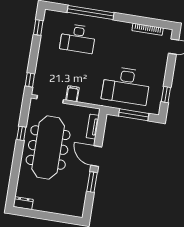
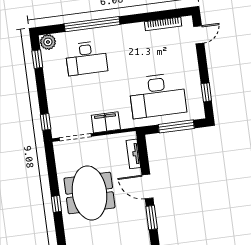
plant: (51, 16) -> (48, 42), added
filing cabinet: (72, 94) -> (106, 122), width x2.00
window: (21, 133) -> (56, 204), moved
meeting table: (48, 147) -> (89, 193), width x0.73

